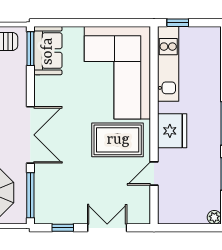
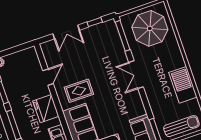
double door: (30, 135) -> (136, 75), width x0.73
rug: (118, 140) -> (79, 91), width x0.73, depth x0.70

